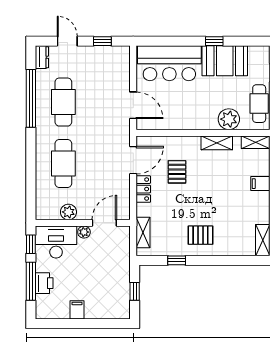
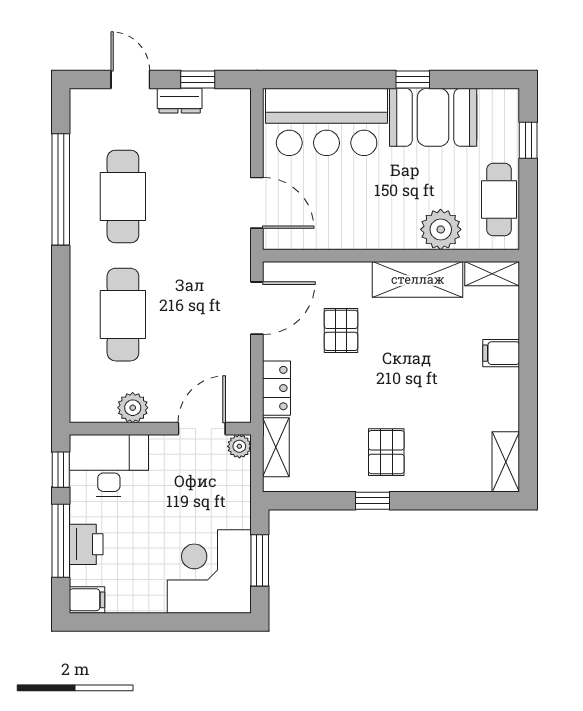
dresser: (42, 57) -> (180, 101), moved, turned 90
shelving: (217, 143) -> (418, 279), width x1.50, depth x1.33
locker: (143, 189) -> (276, 388), moved
plant: (84, 232) -> (239, 446), moved
pallet: (200, 235) -> (386, 452), turned 90
window: (177, 260) -> (372, 501), moved
window: (135, 291) -> (260, 560), width x1.50
corner desk: (108, 297) -> (209, 571), added
filing cabinet: (77, 310) -> (87, 600), moved, turned 90

